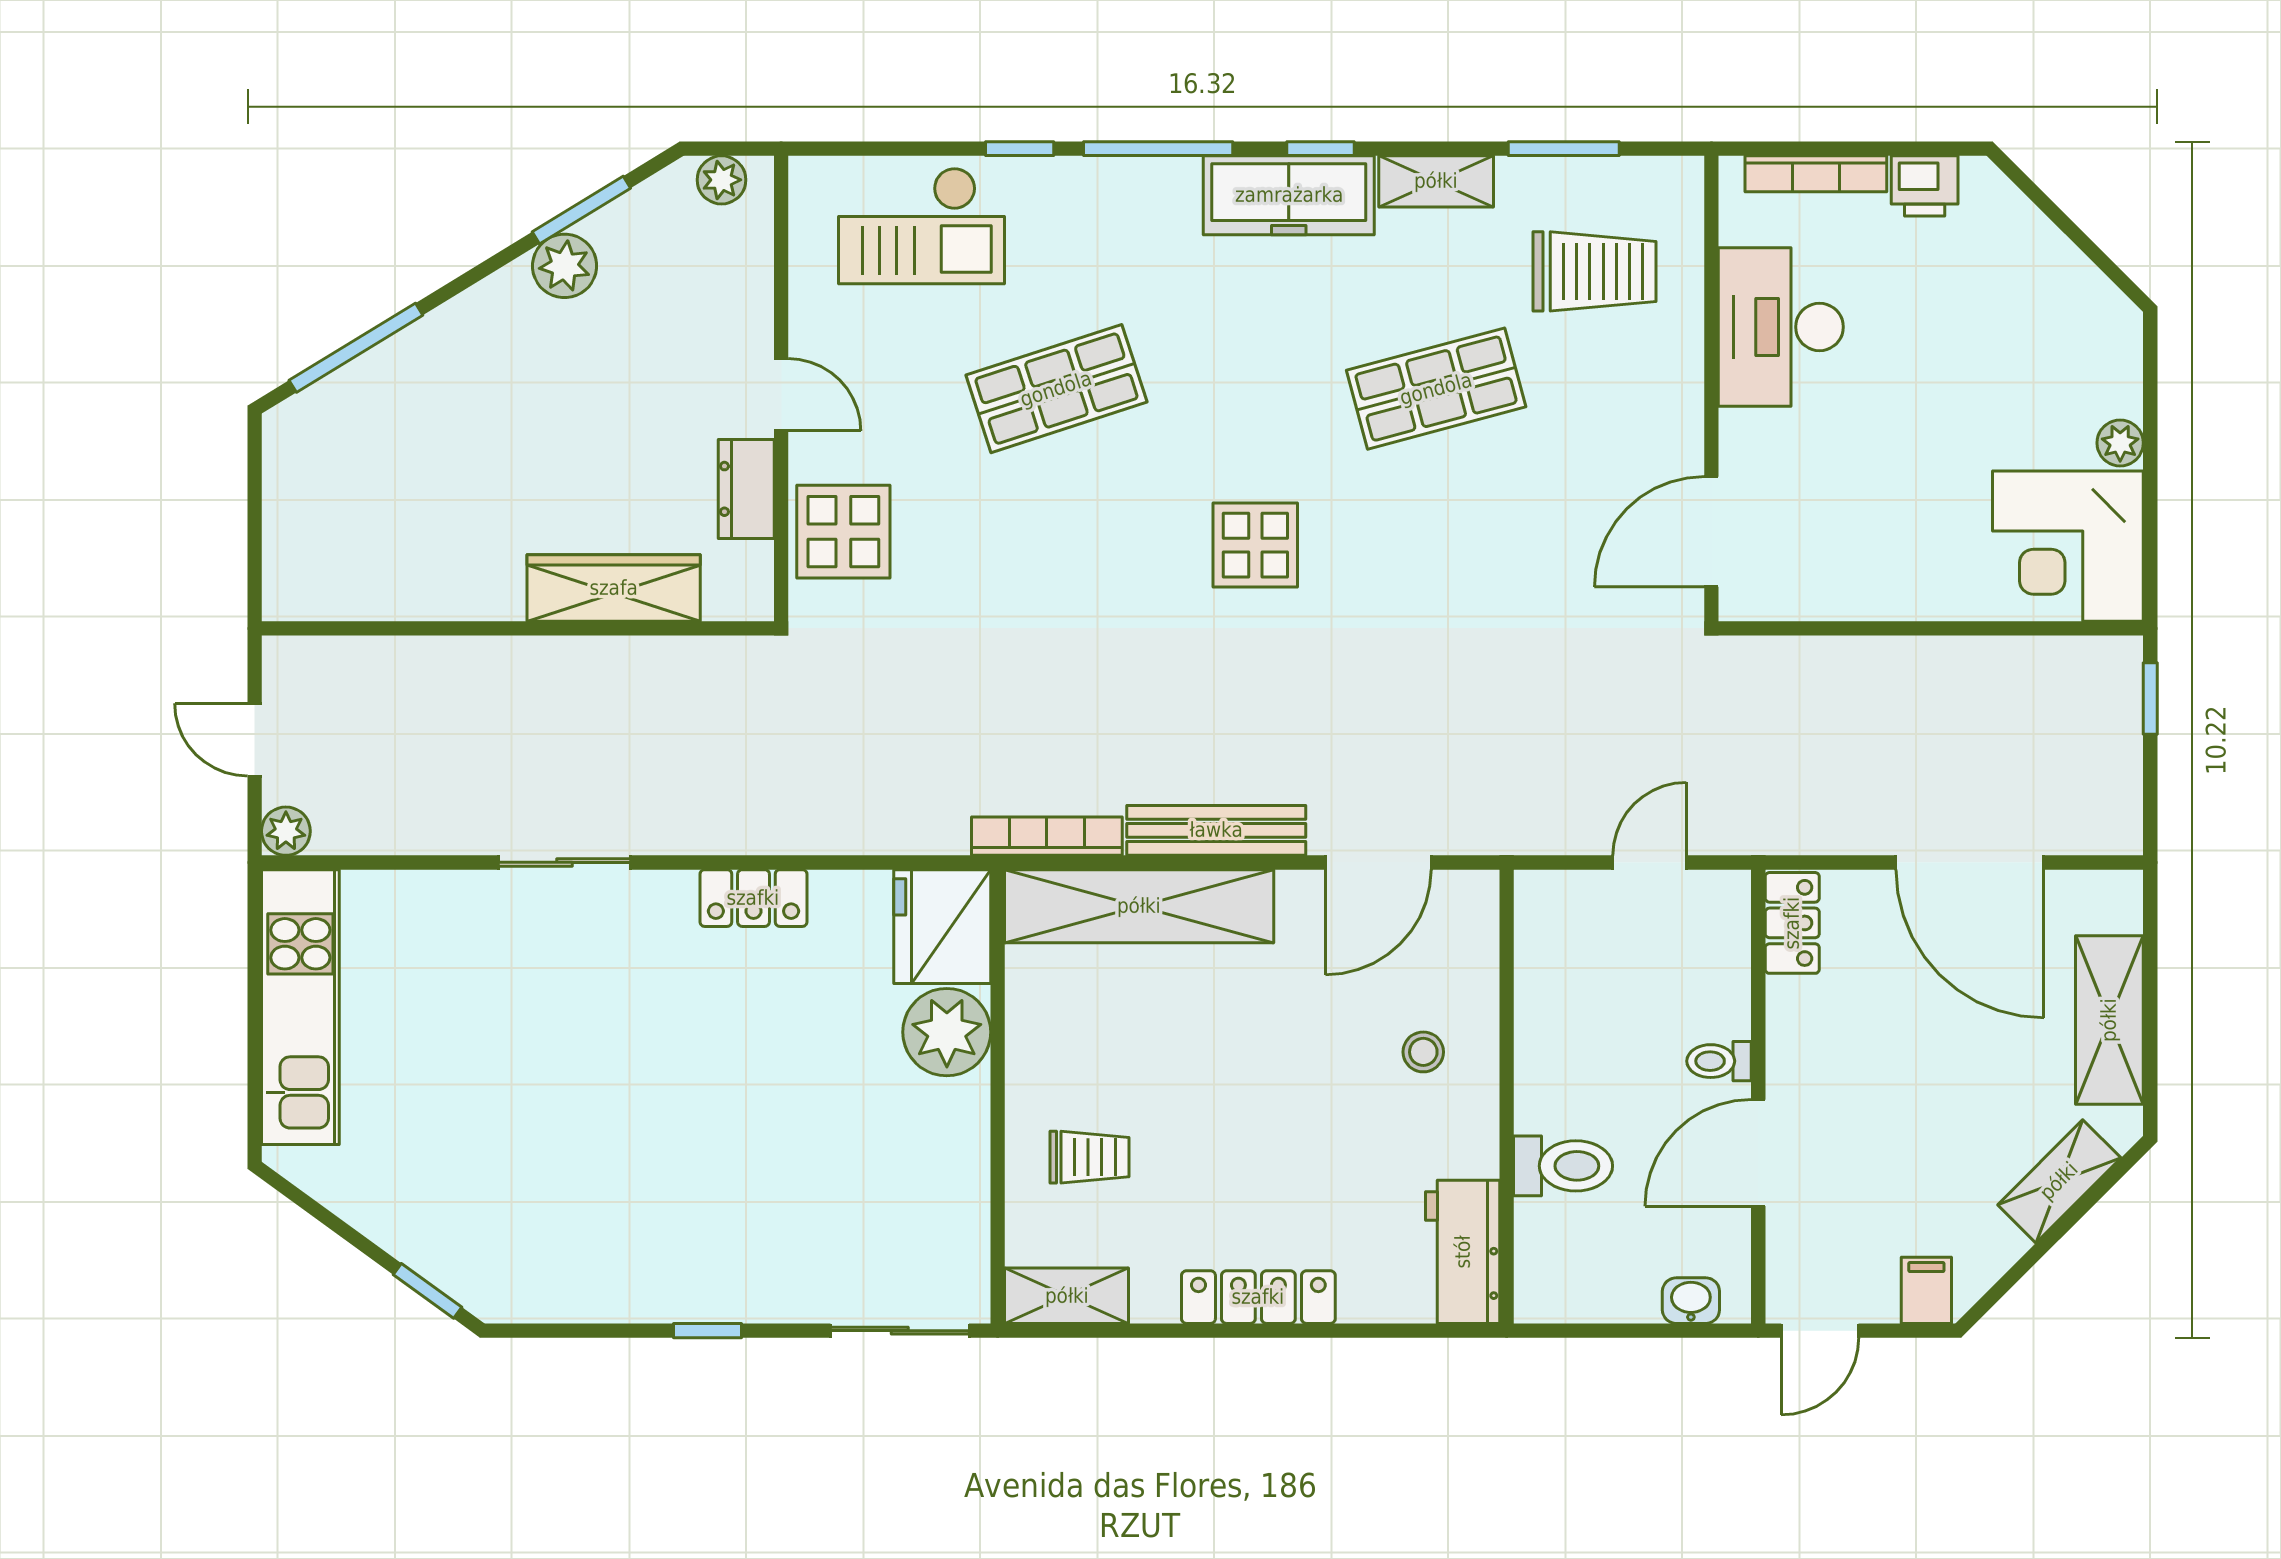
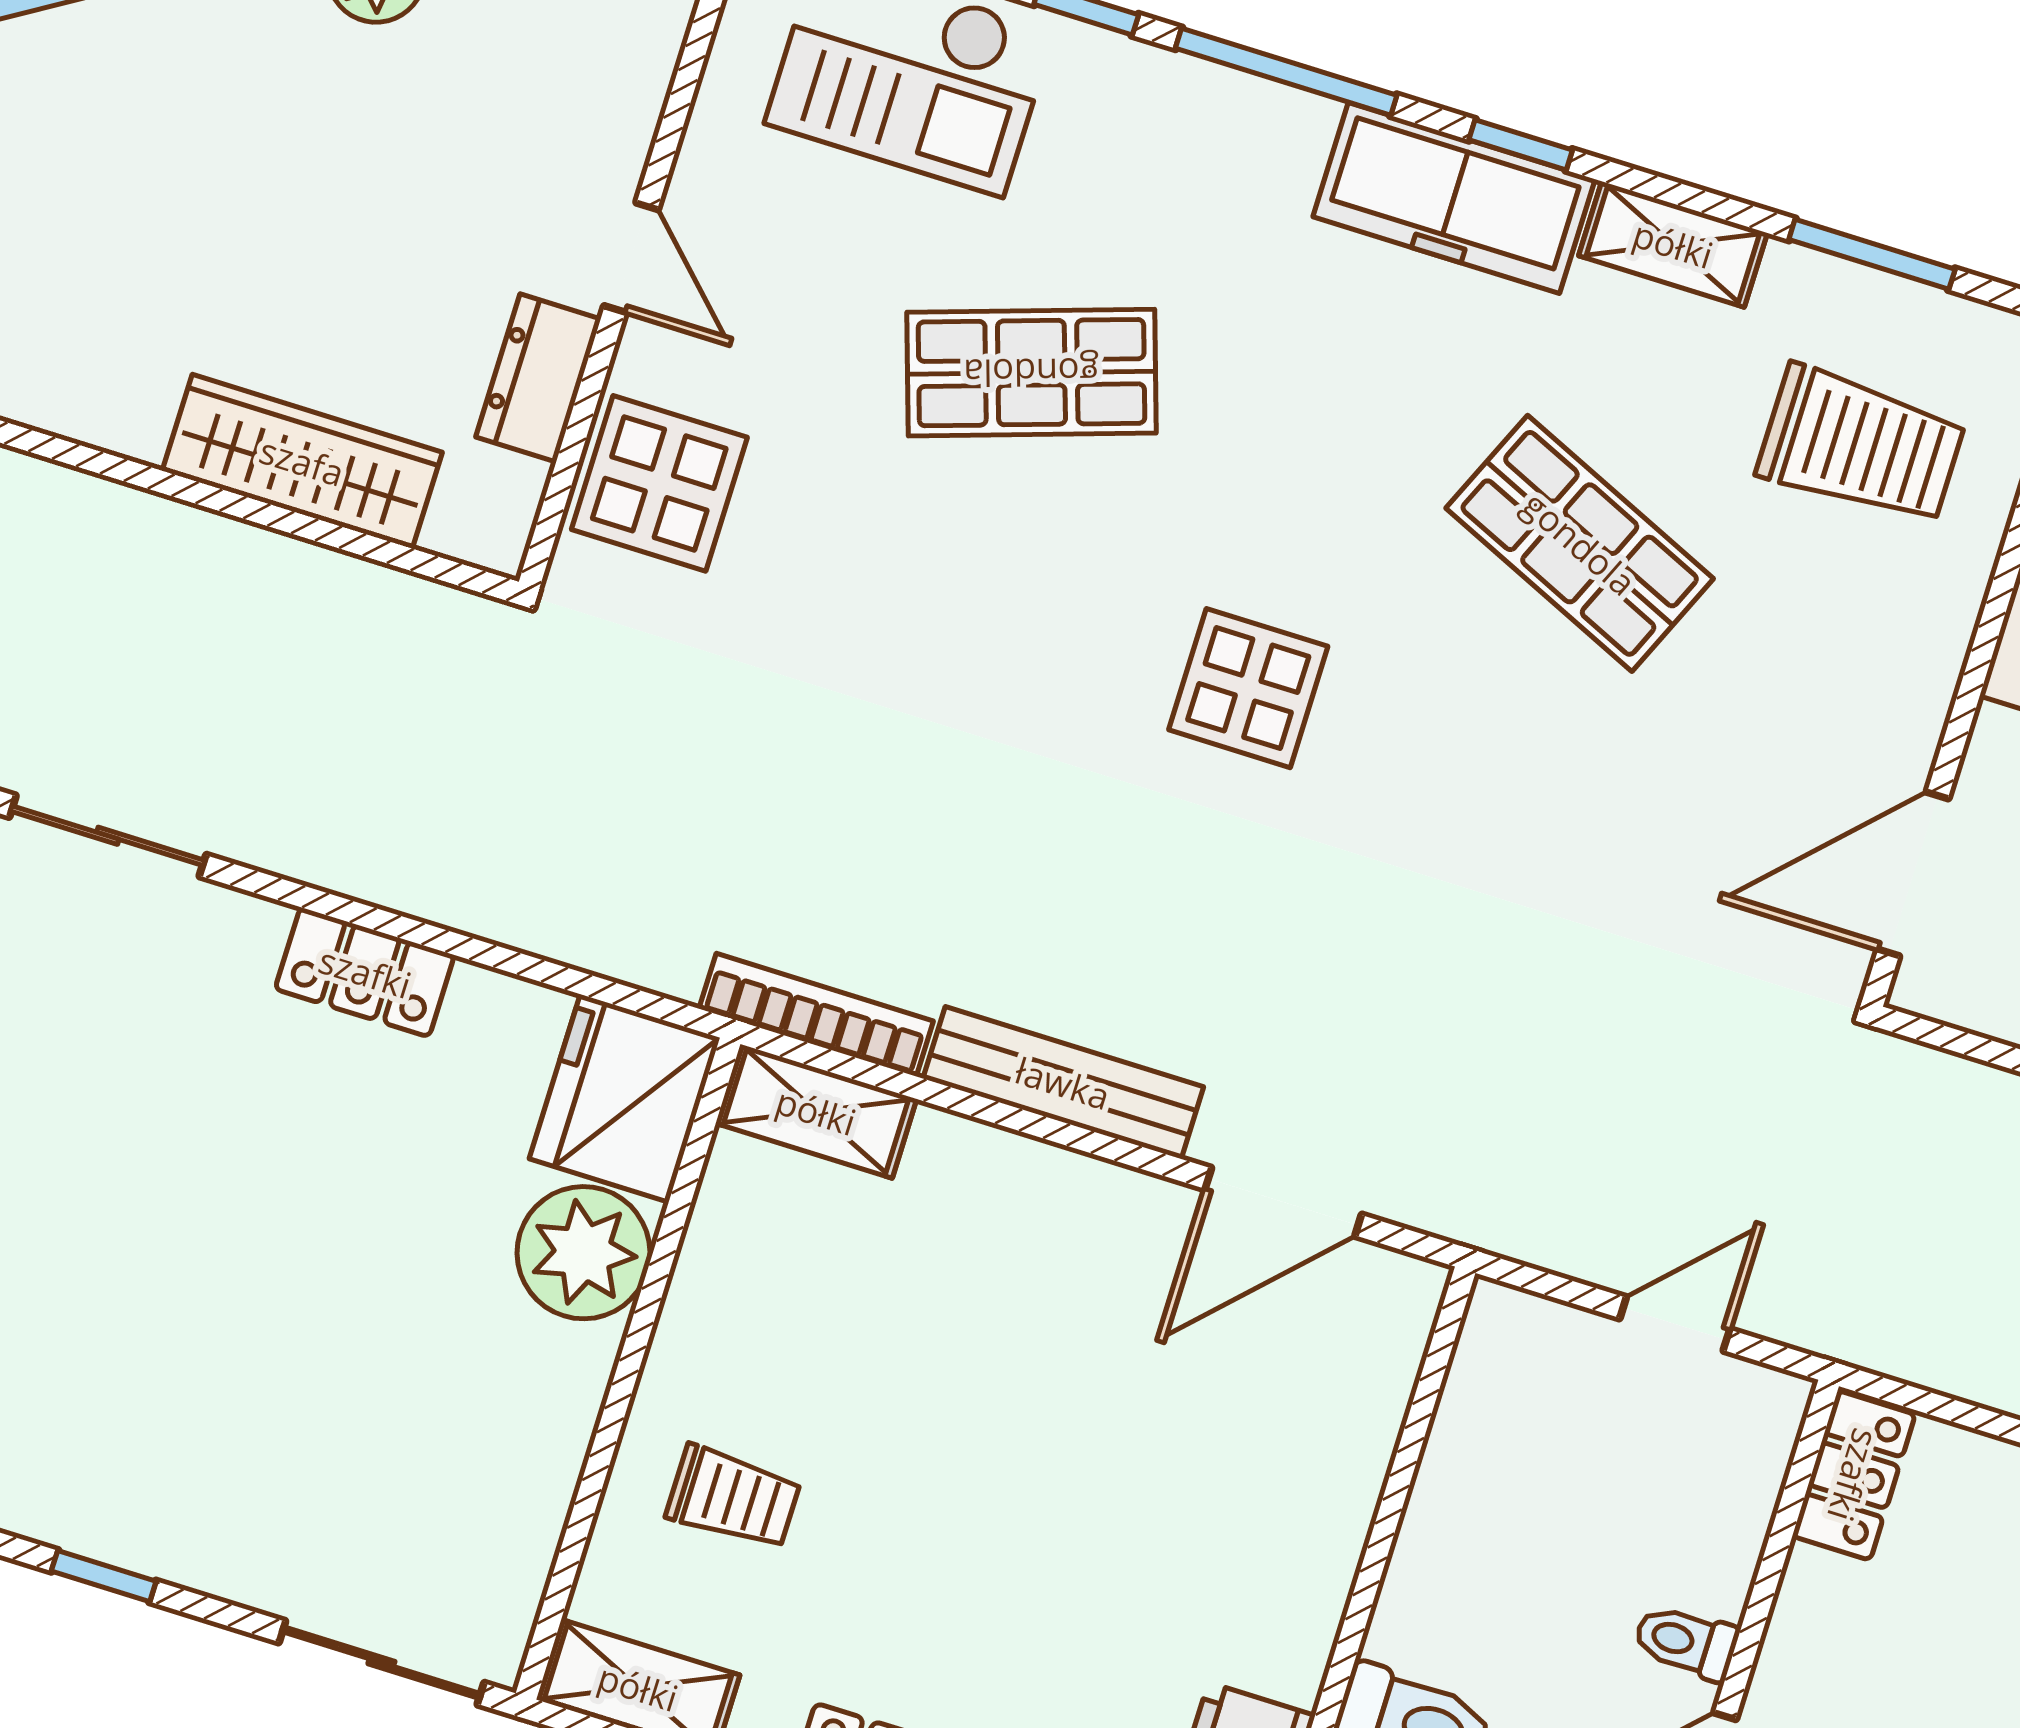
shop shelf: (1436, 389) -> (1580, 543), turned 39
shelving: (1139, 906) -> (816, 1111), width x0.45, depth x0.75
stool: (1423, 1052) -> (1263, 1496), removed

